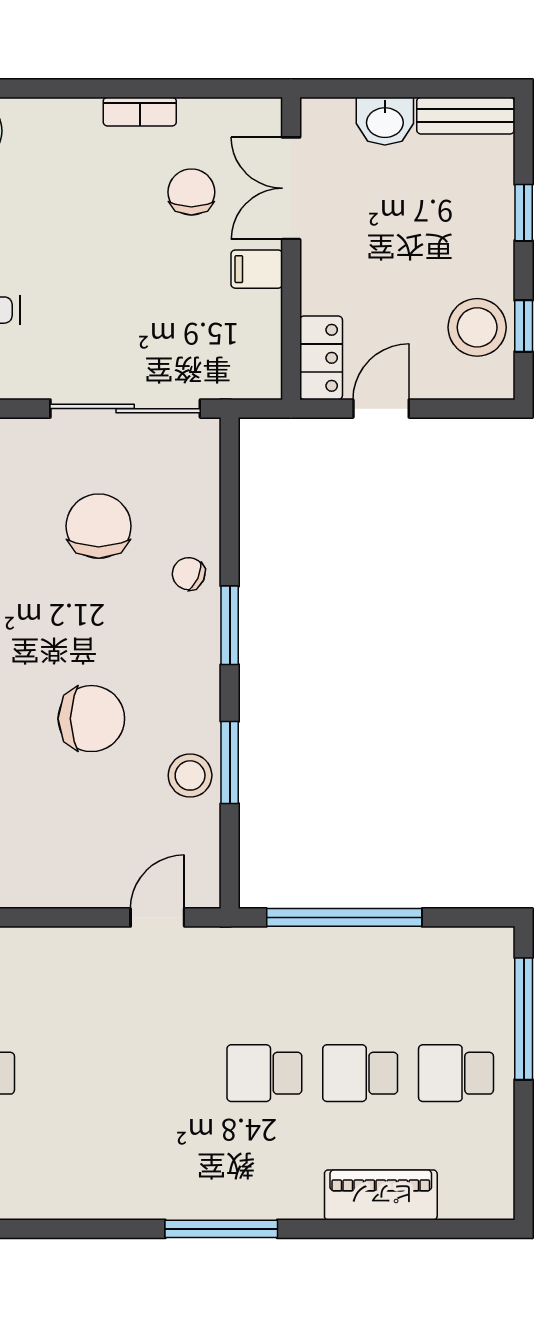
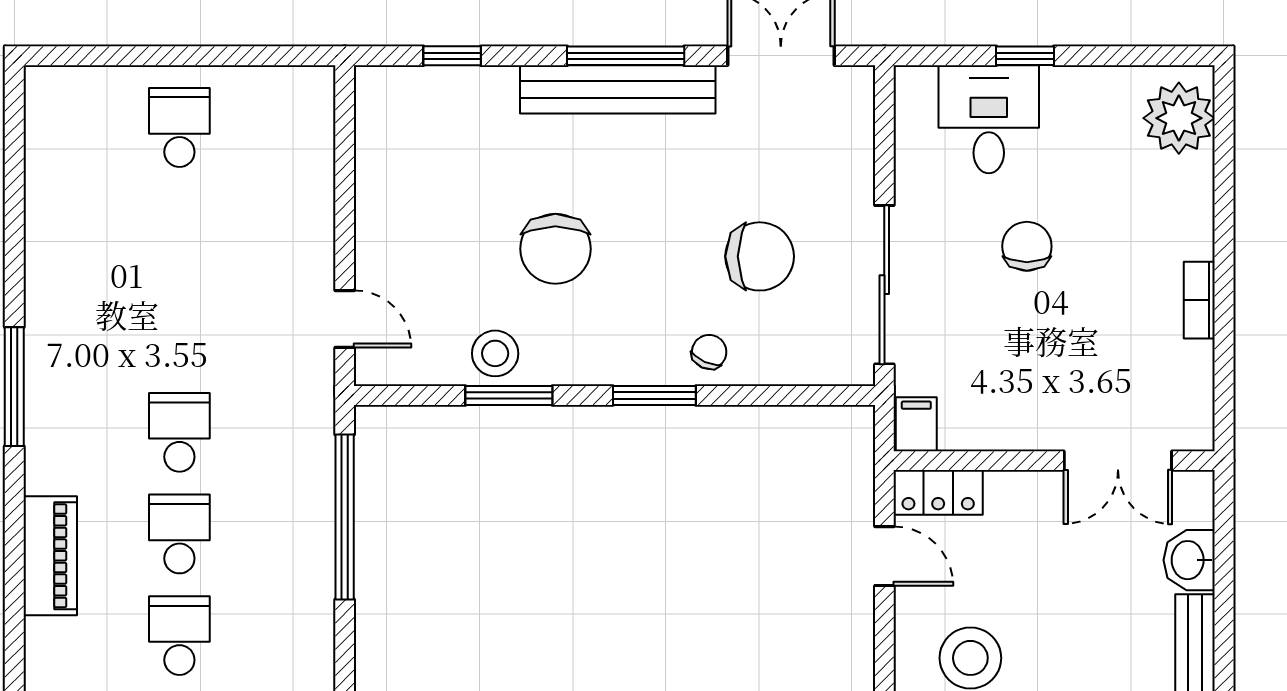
double door: (291, 188) -> (1118, 461), swing flipped
chair: (191, 192) -> (1027, 246), moved, turned -90
filing cabinet: (257, 269) -> (916, 424), moved

